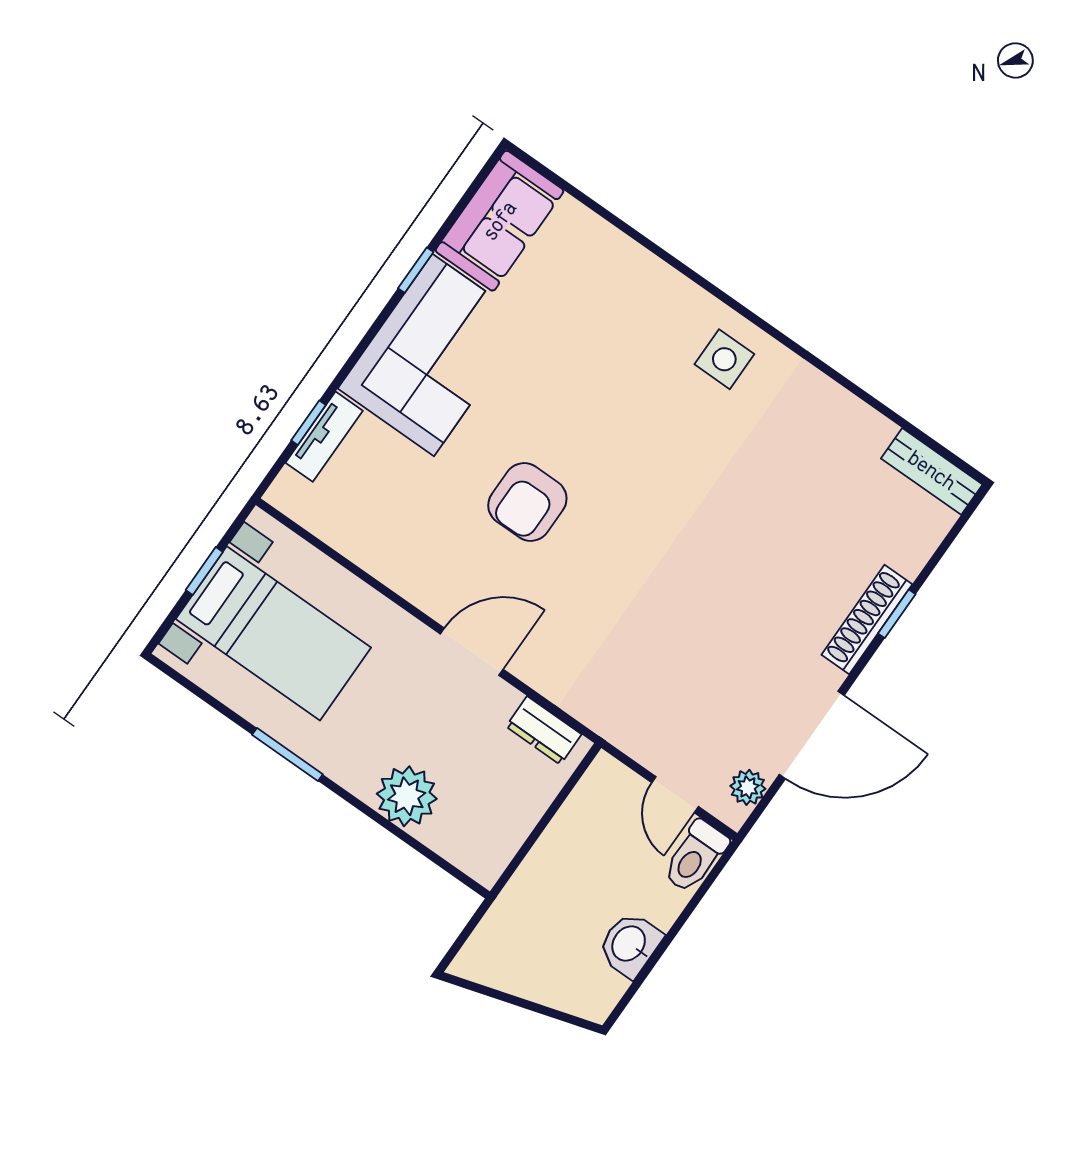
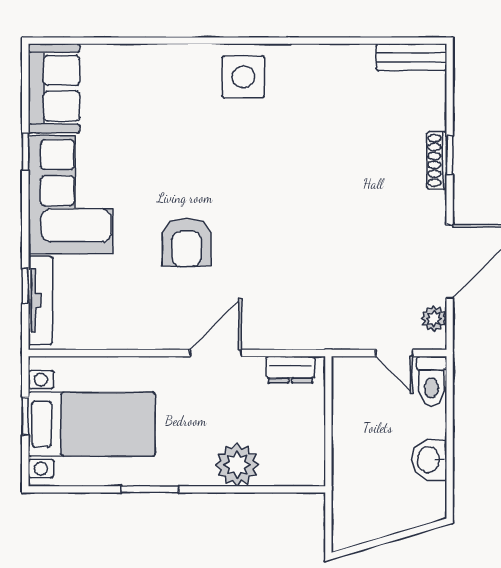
side table: (724, 359) -> (243, 77), width x1.37, depth x1.37
tv unit: (324, 437) -> (40, 300), width x1.41
shoe rack: (867, 619) -> (437, 160), width x0.74, depth x0.81

